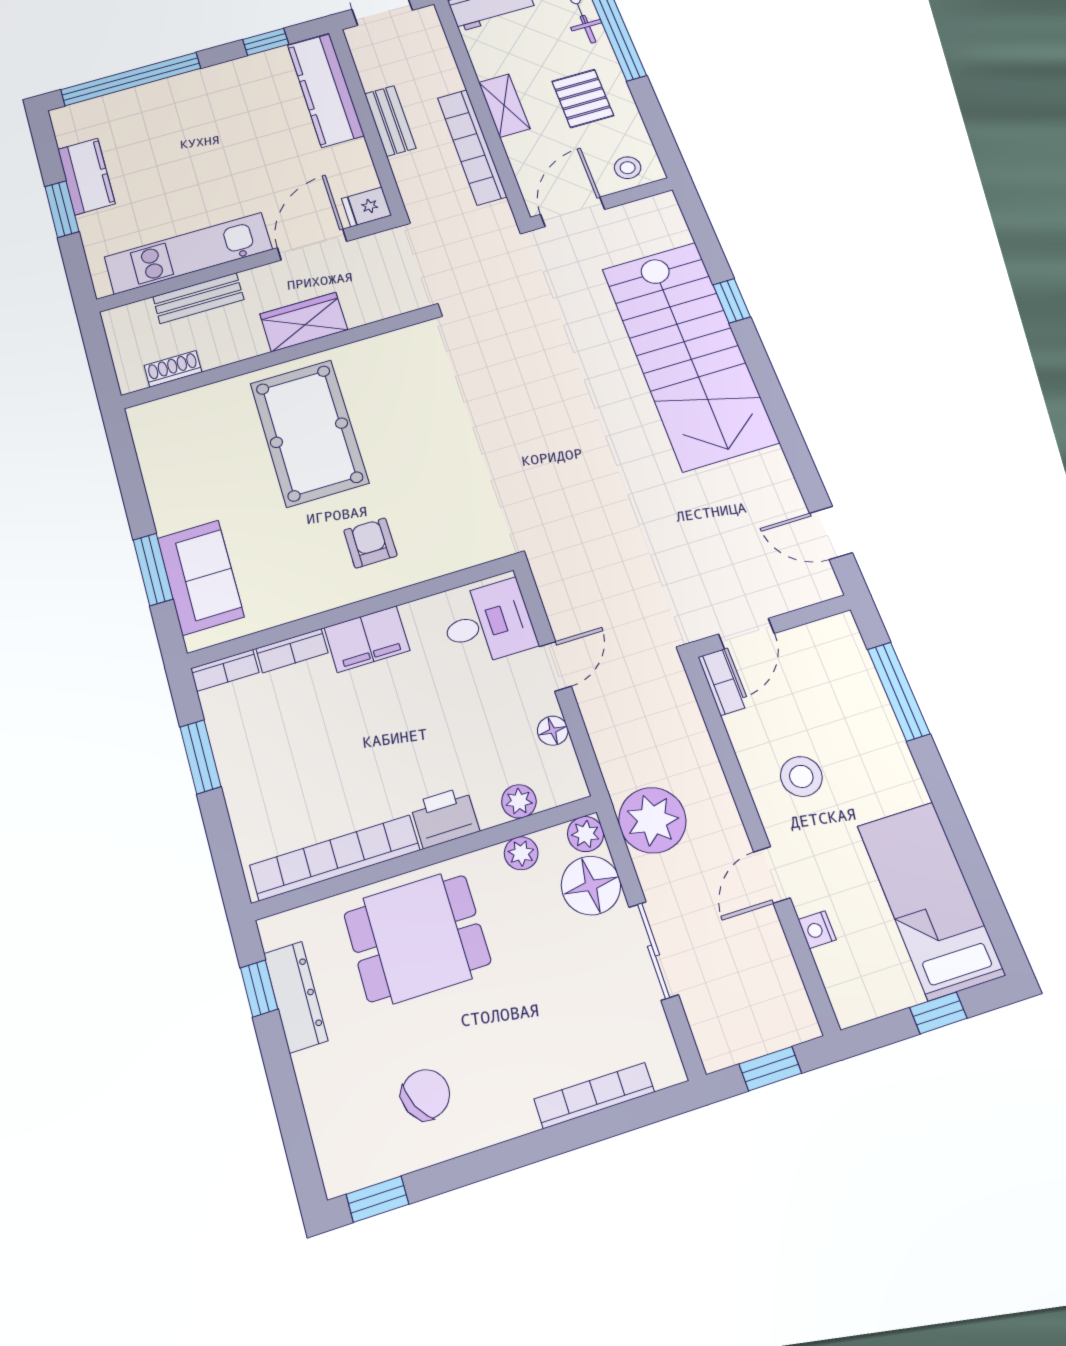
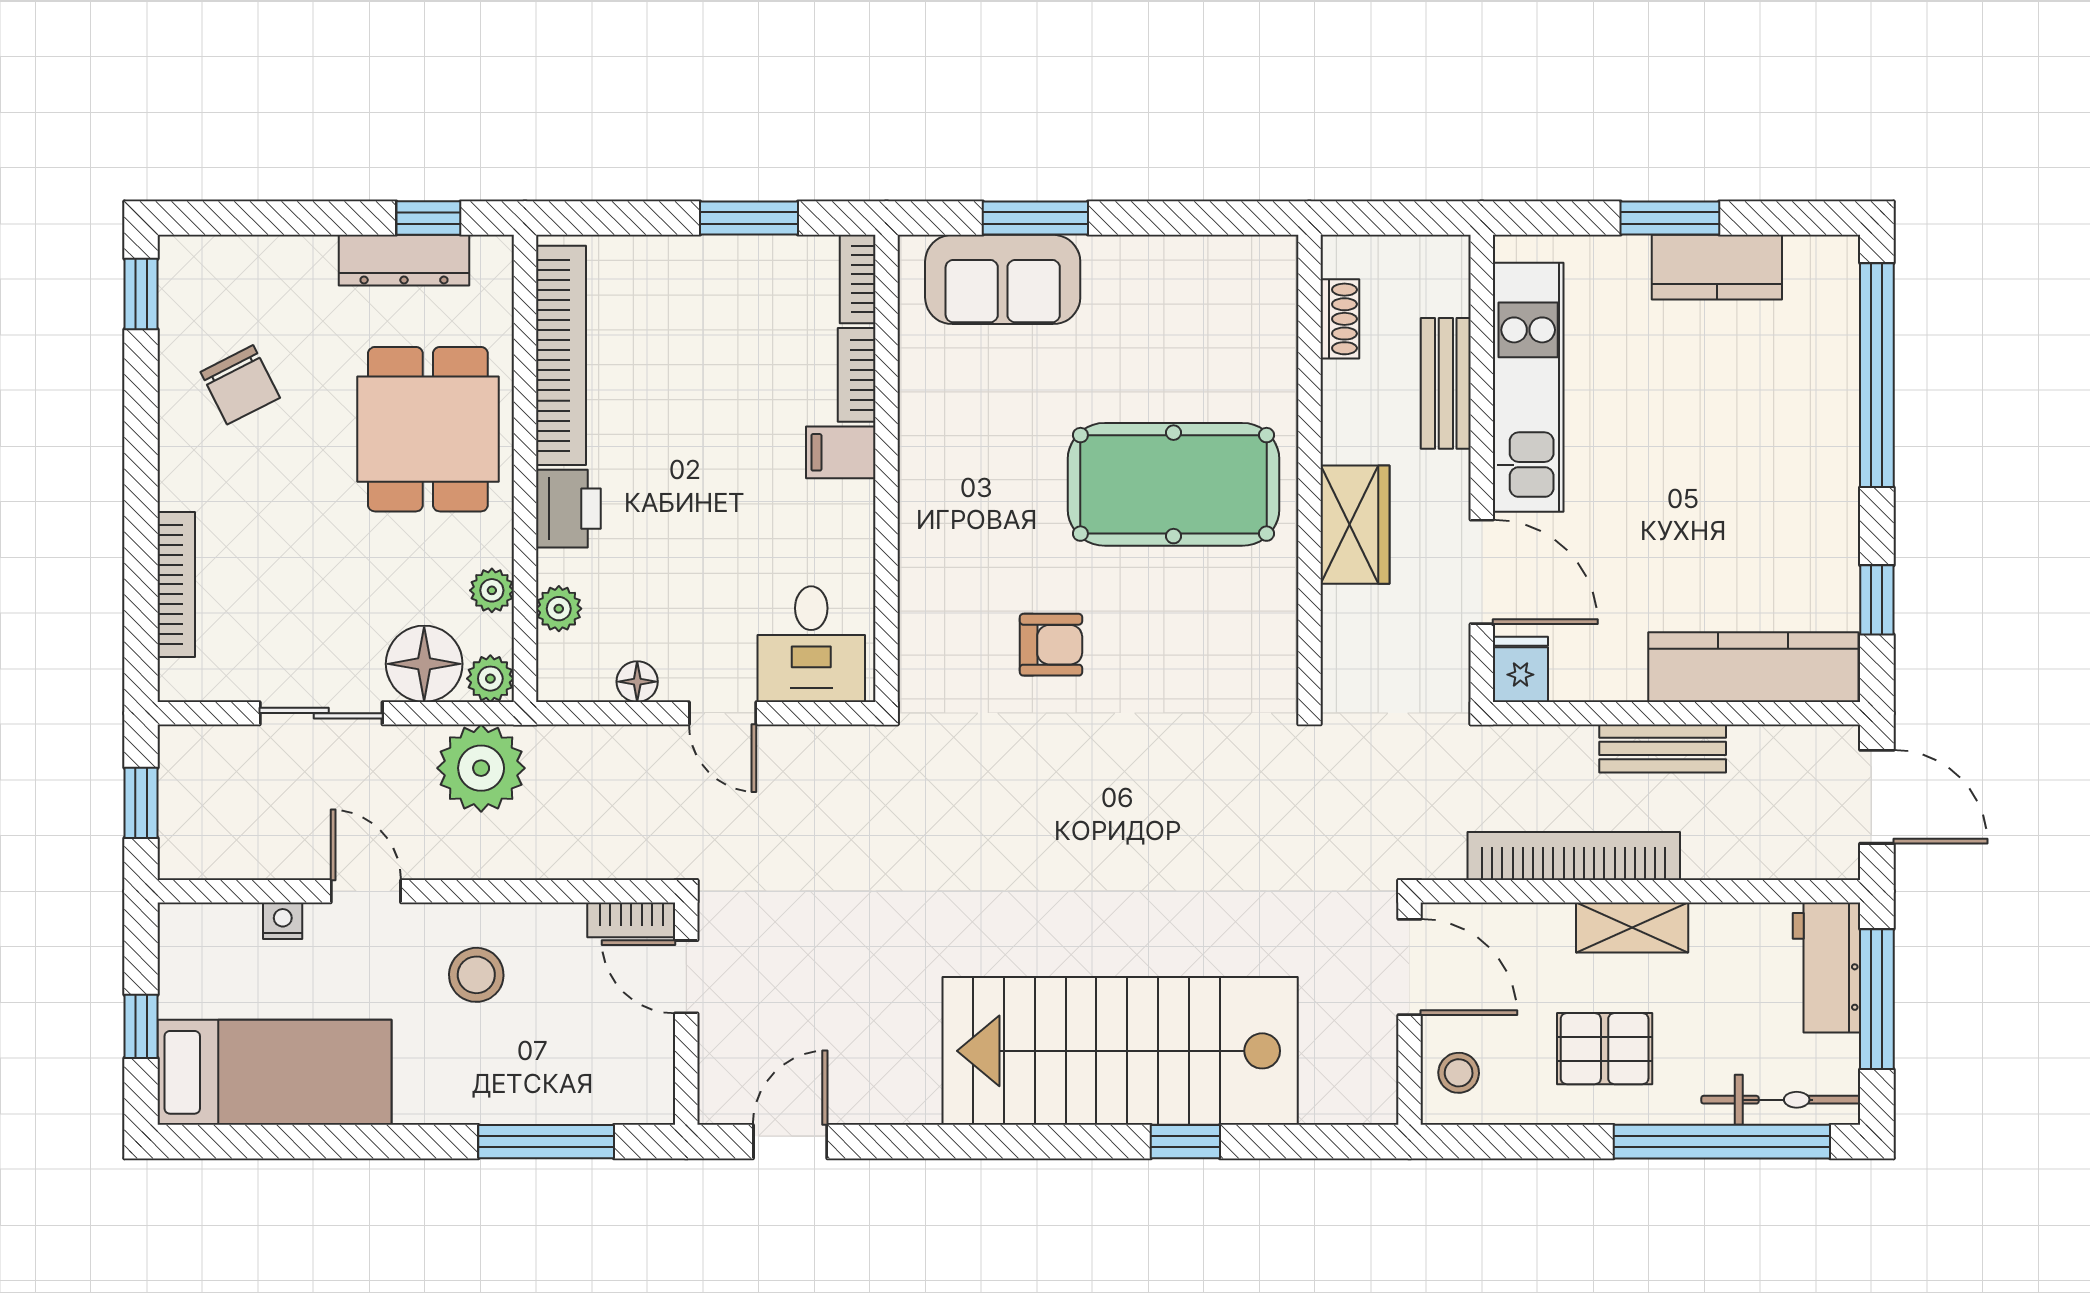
armchair: (370, 543) -> (1051, 645), moved
filing cabinet: (367, 639) -> (841, 452), width x0.50

